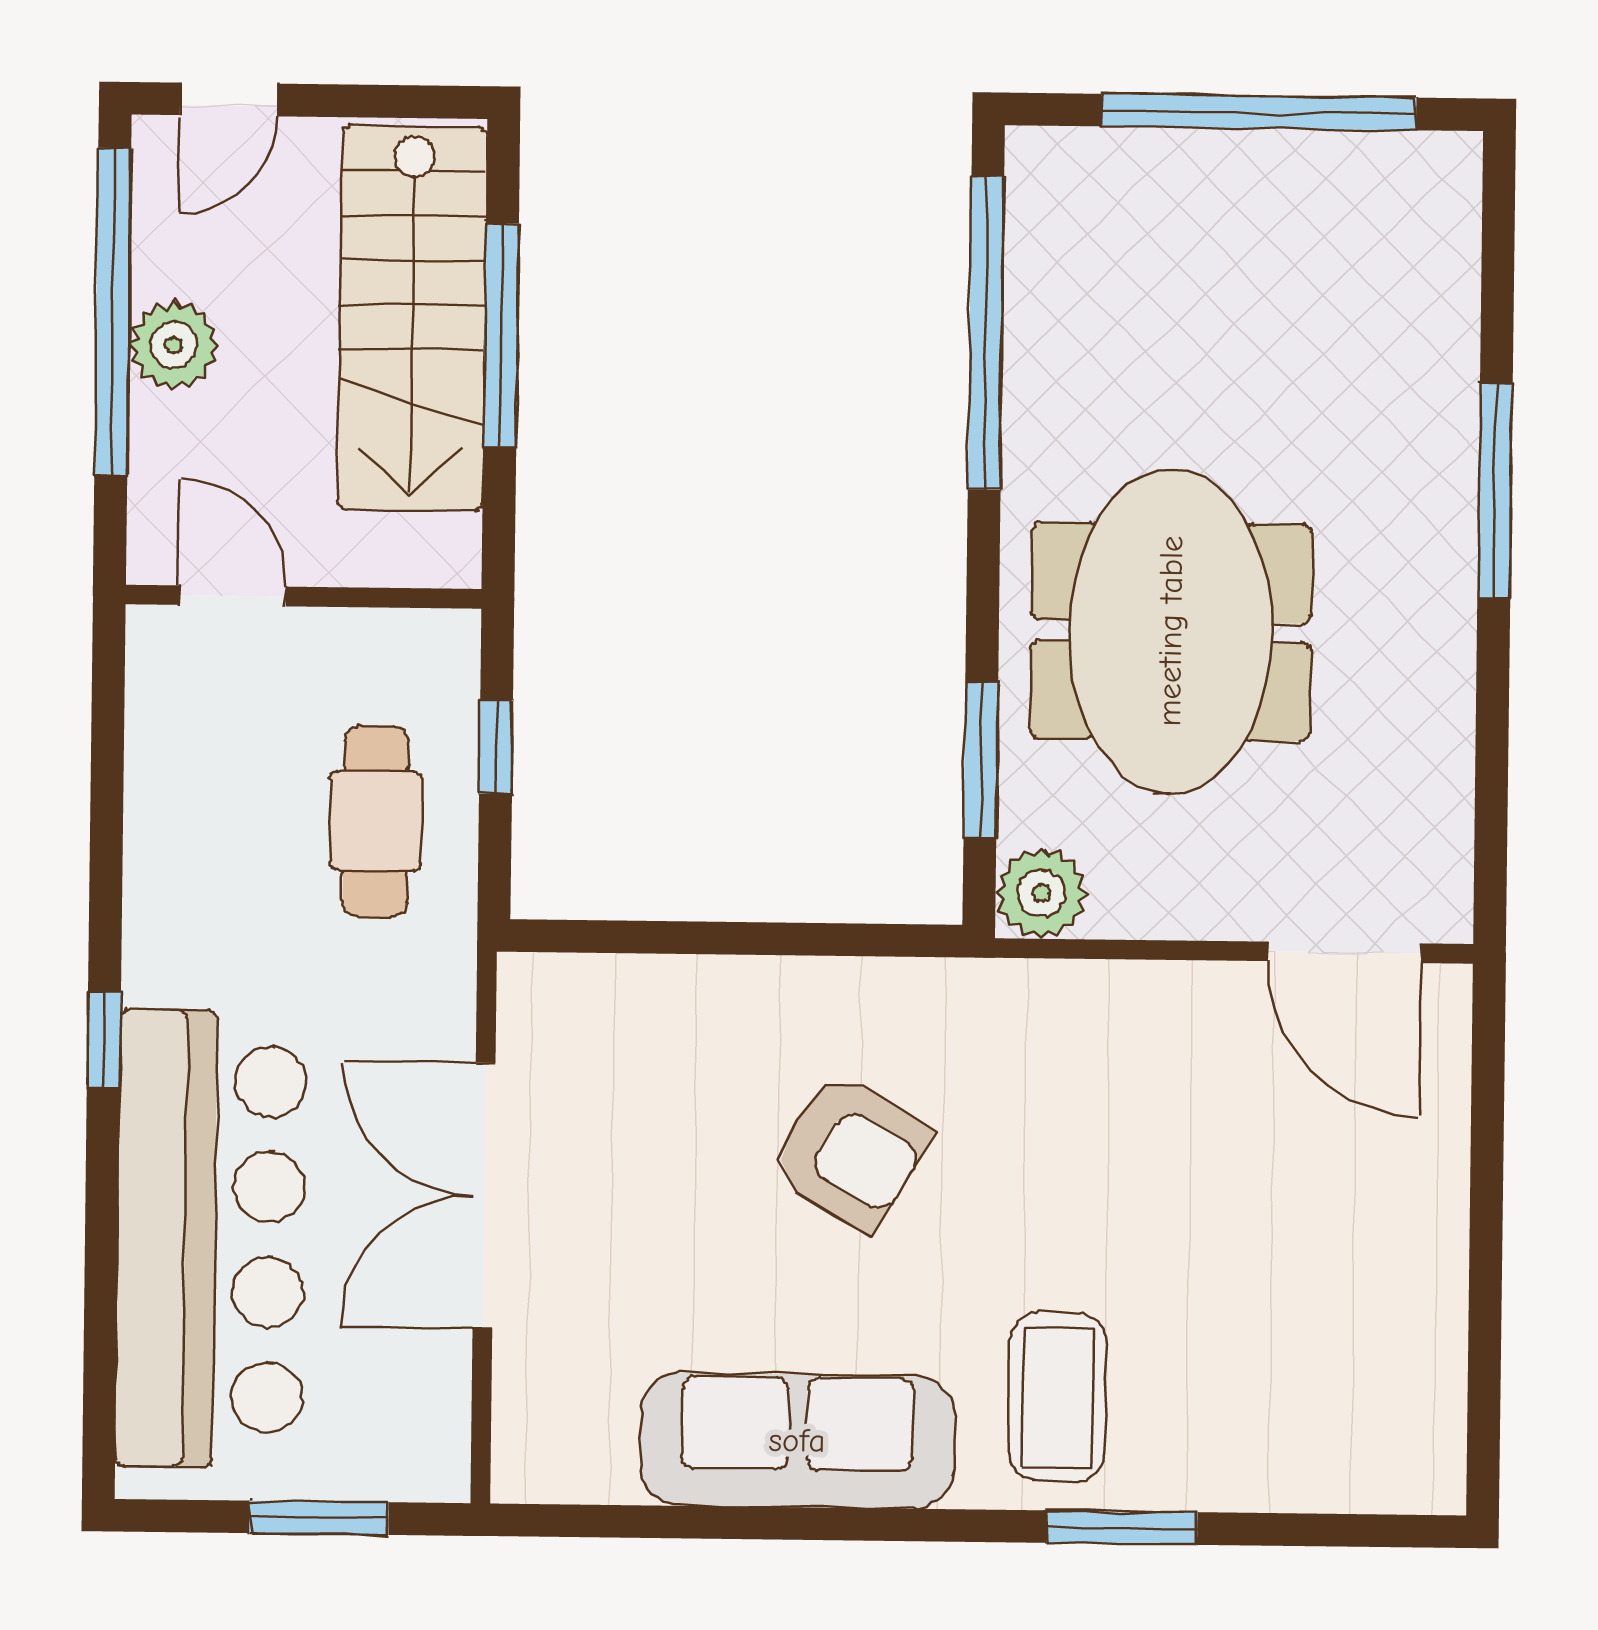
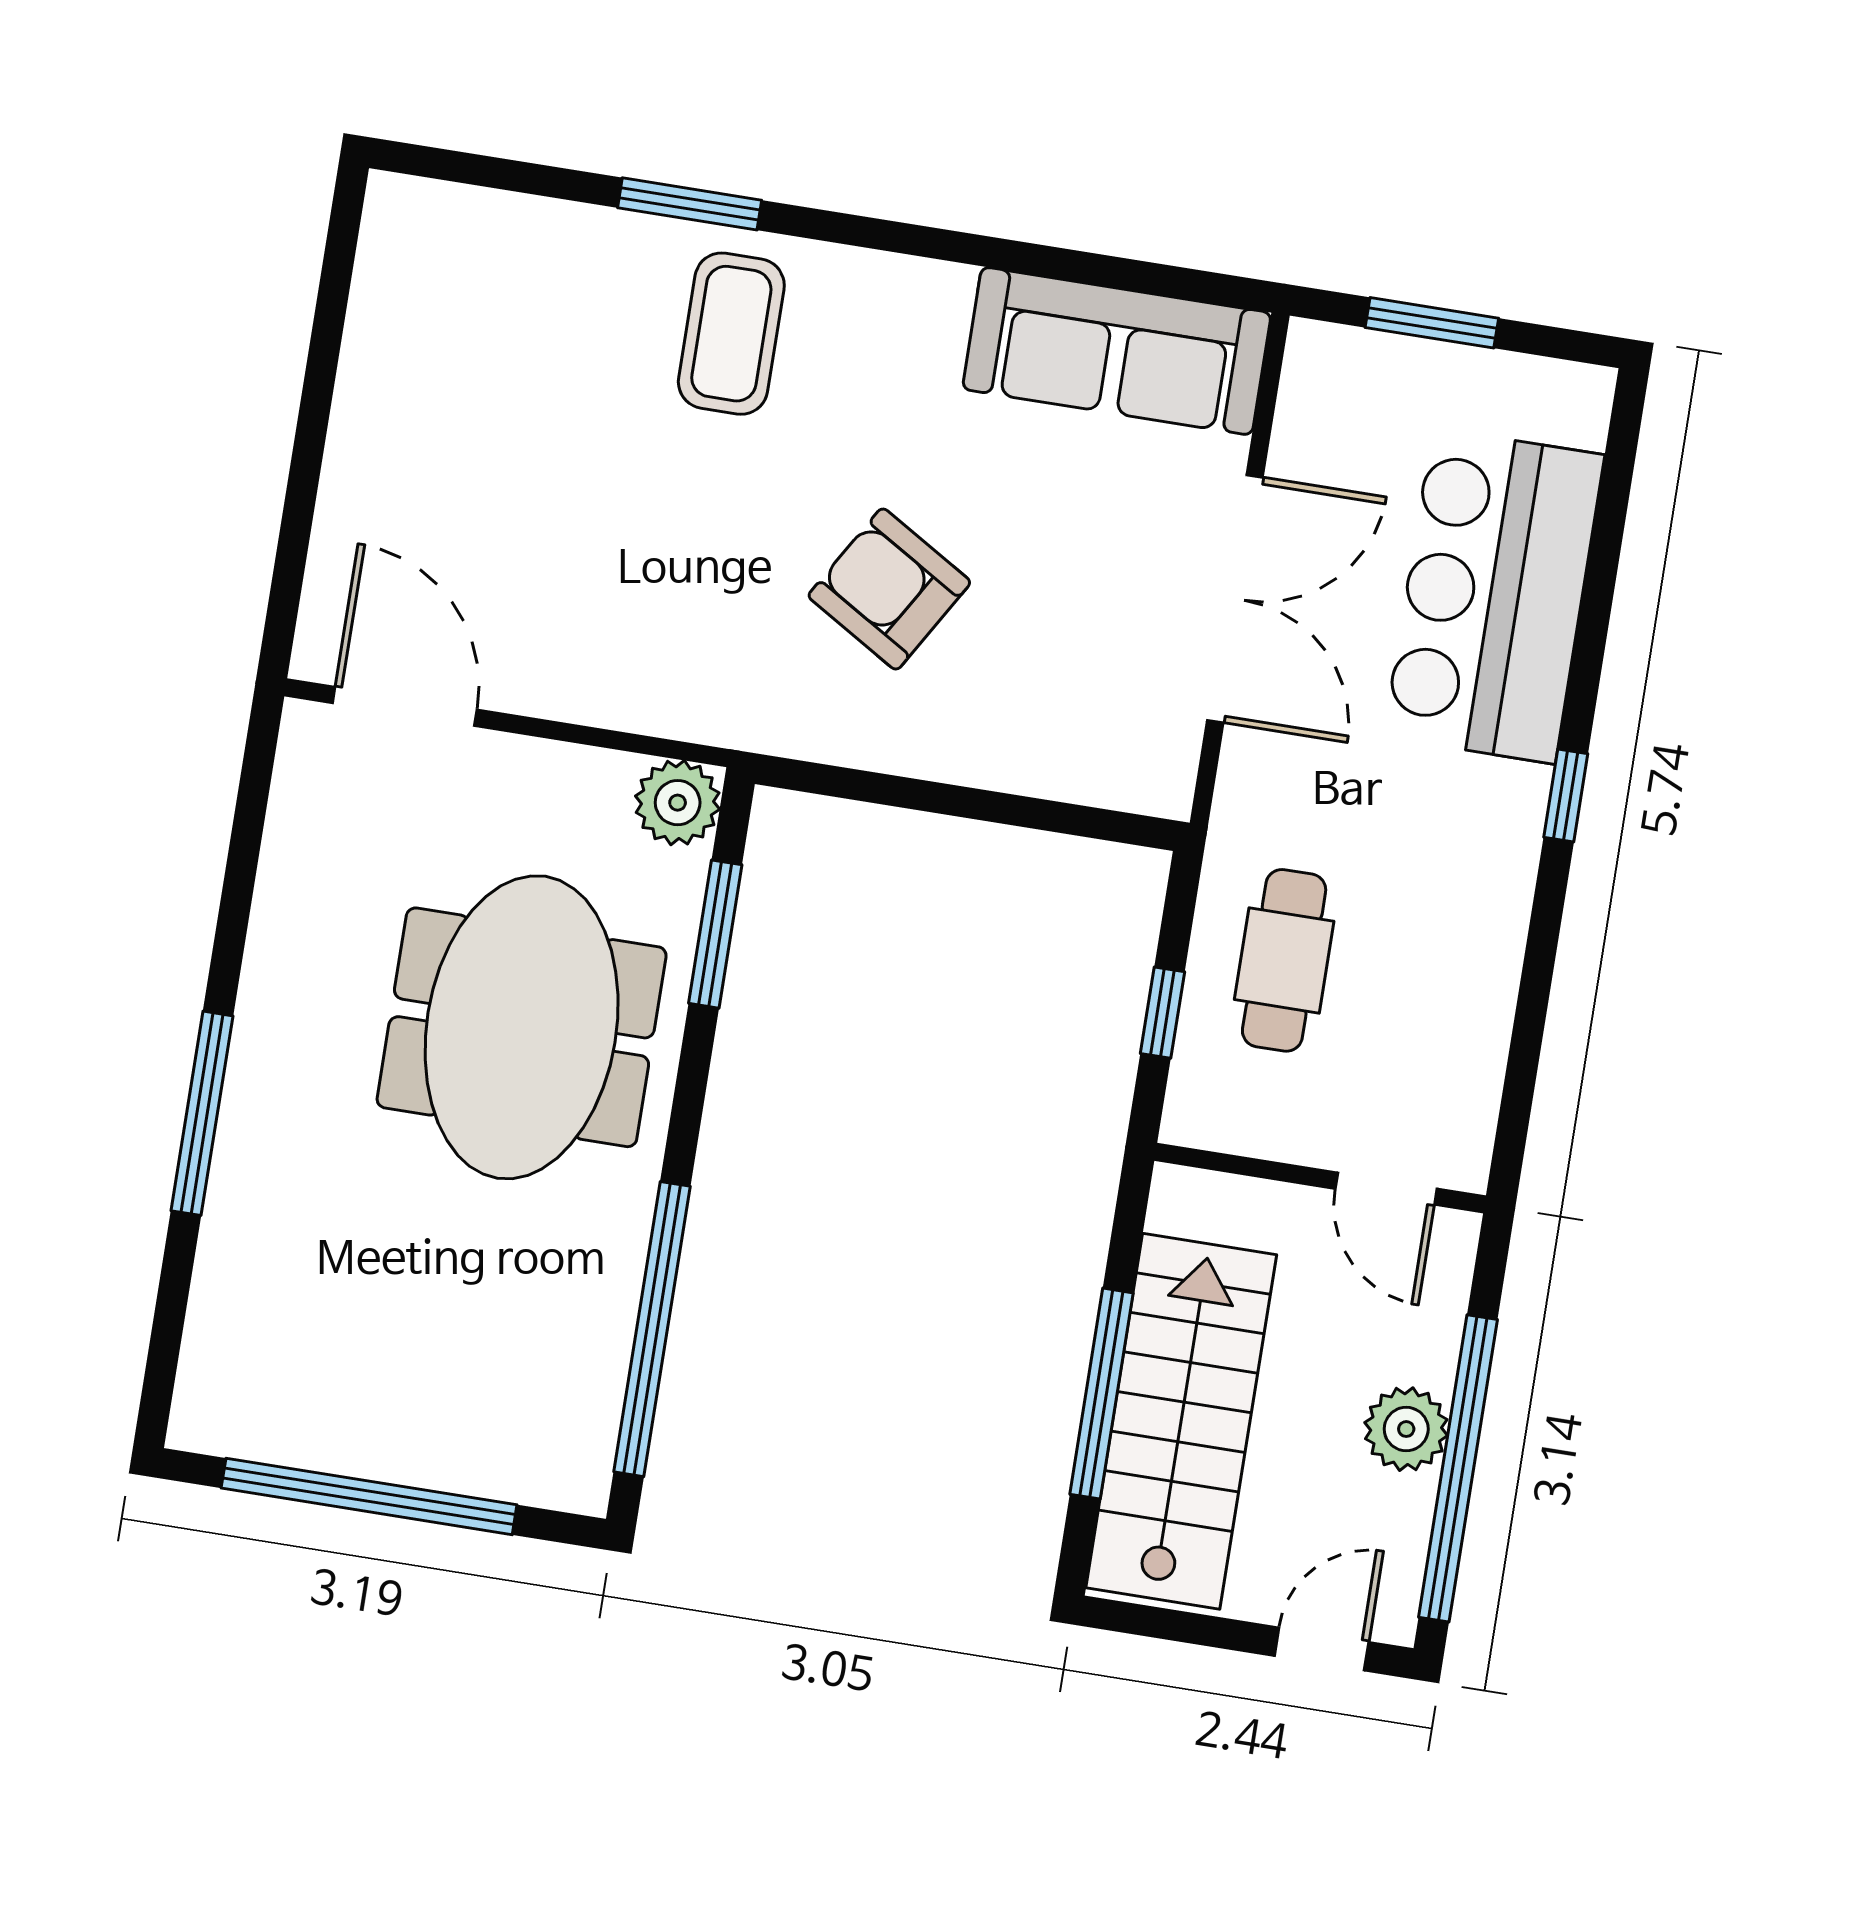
bar counter: (211, 1239) -> (1494, 596), width x0.73
sofa: (797, 1441) -> (1117, 351), moved

